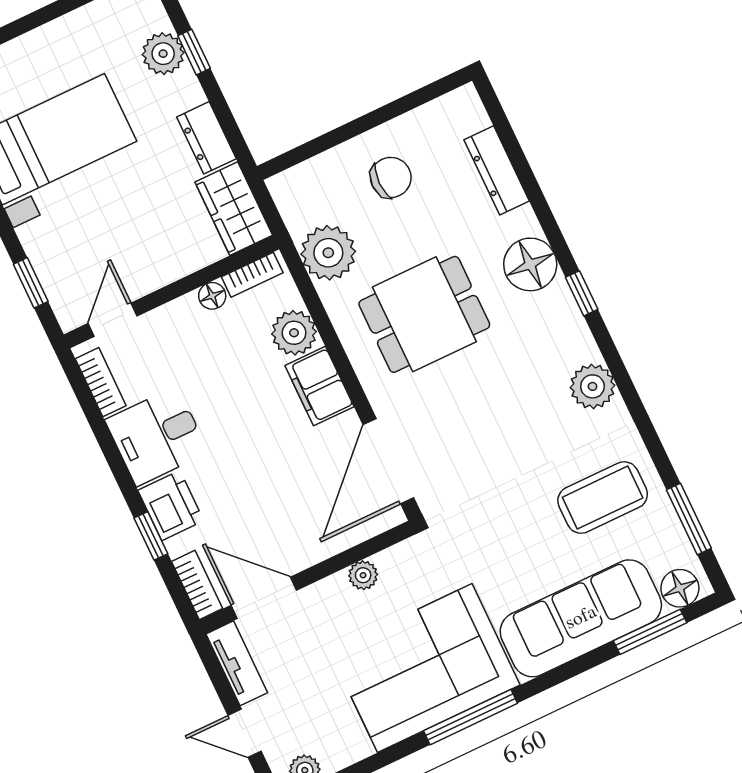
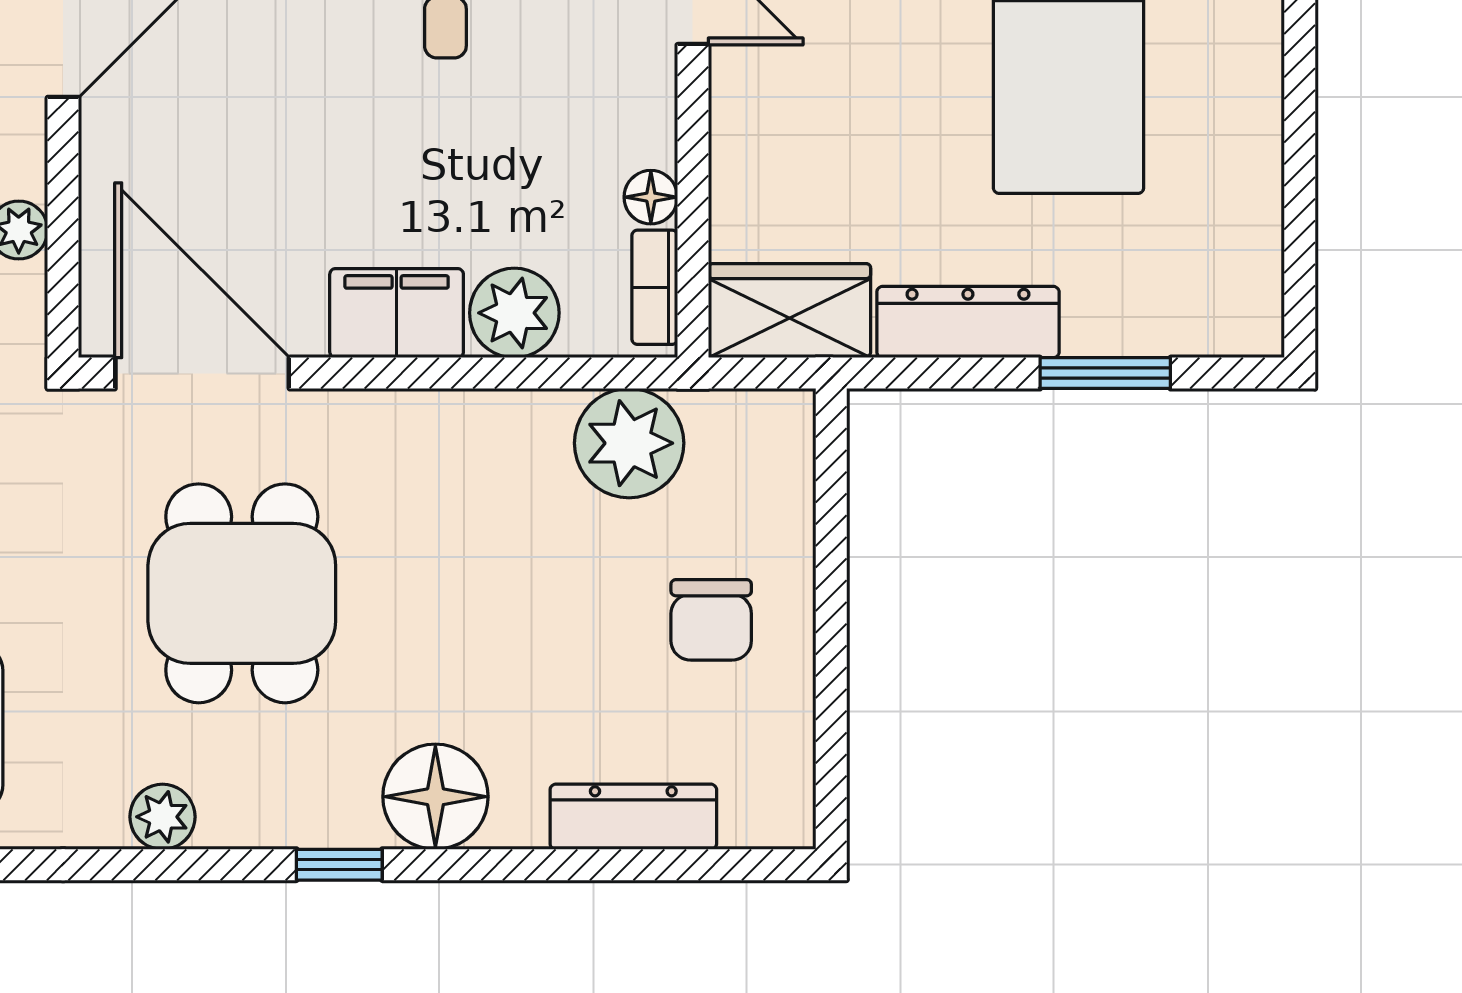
window: (194, 52) -> (1105, 373), width x1.50
plant: (163, 54) -> (1129, 316), removed
dresser: (206, 138) -> (968, 322), width x1.44
dining table: (424, 314) -> (242, 593), moved
plant: (592, 386) -> (162, 817), width x0.73, depth x0.73

